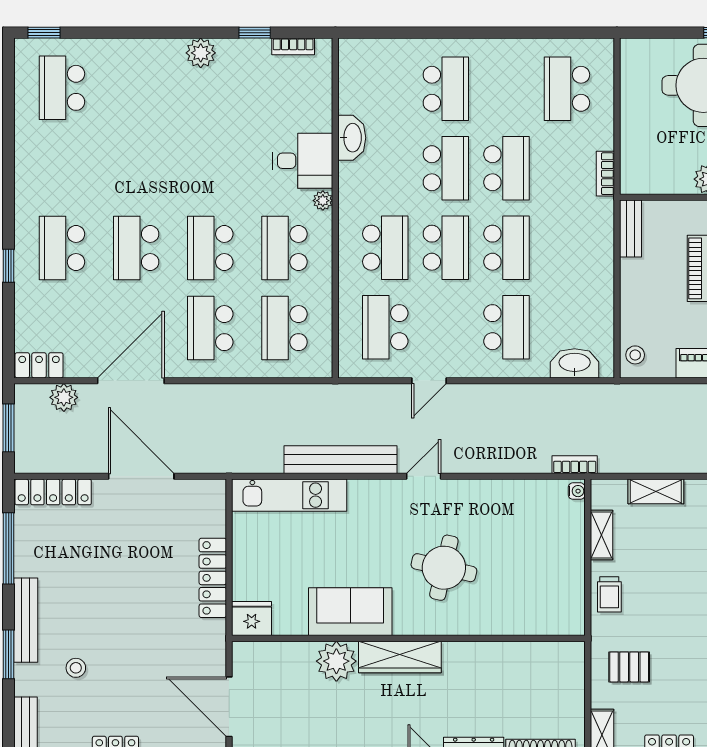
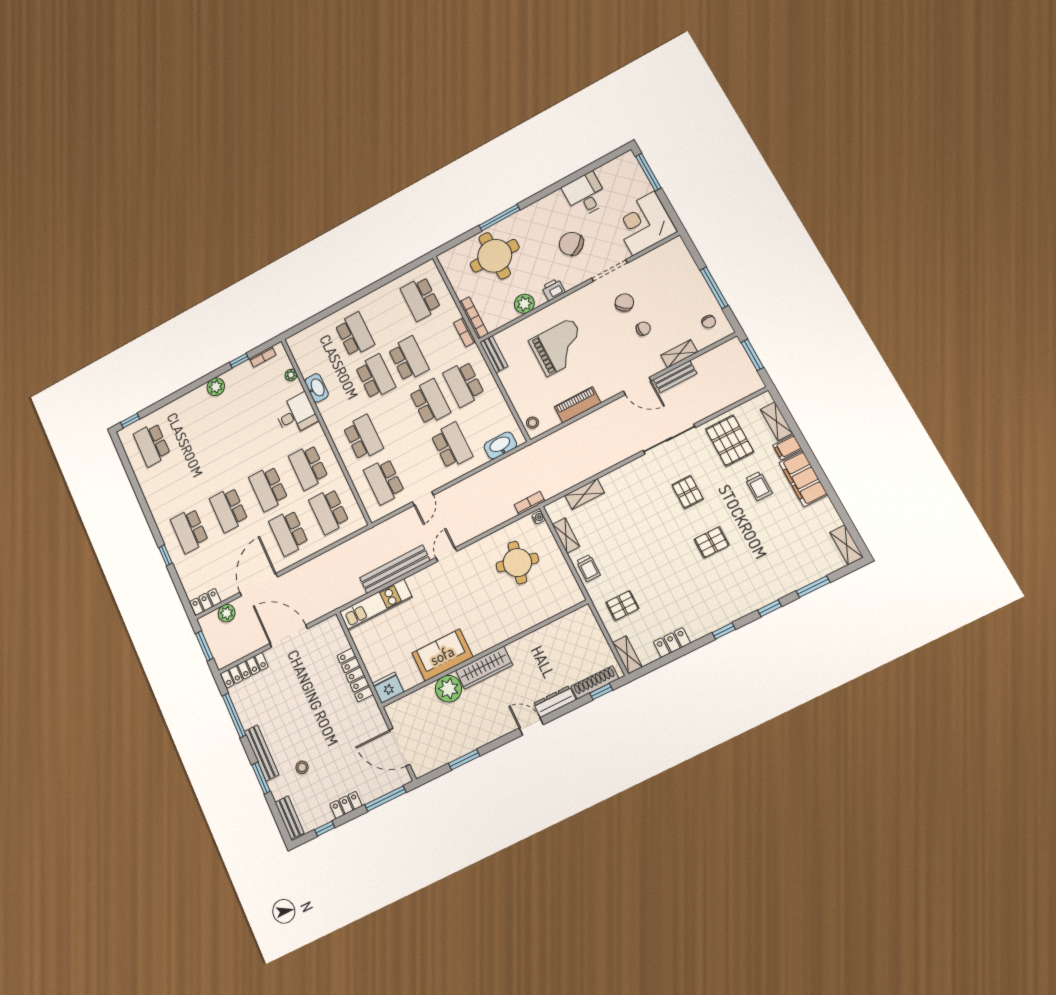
bookcase: (629, 160) -> (474, 318), added
plant: (323, 201) -> (291, 375), moved
school desk: (446, 248) -> (464, 384), moved, turned 180
round table: (444, 568) -> (517, 563), moved

